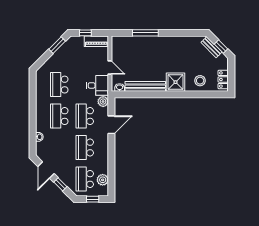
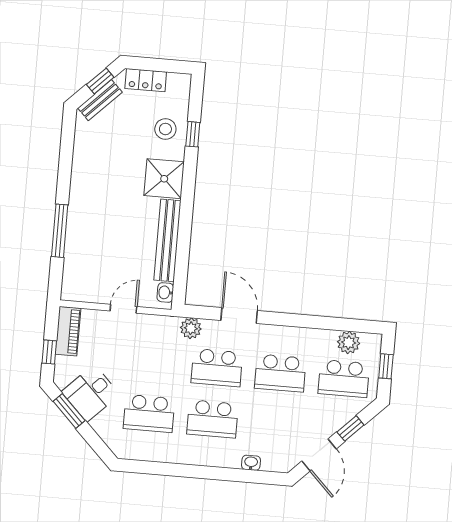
locker: (223, 80) -> (146, 80), moved
desk: (97, 85) -> (91, 393), moved, turned -135
window: (199, 94) -> (193, 134), added
door: (46, 170) -> (319, 455), hinge flipped

